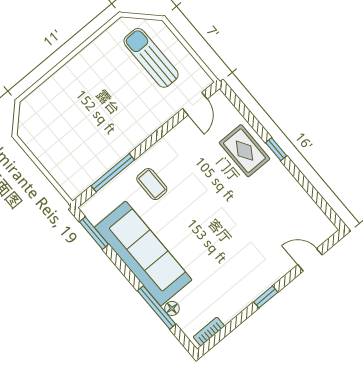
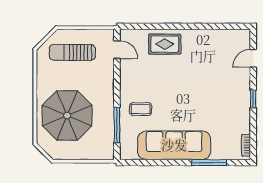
parasol: (78, 110) -> (67, 115), added
window: (276, 149) -> (178, 26), removed
window: (94, 233) -> (141, 163), removed
floor lamp: (172, 308) -> (217, 155), removed

